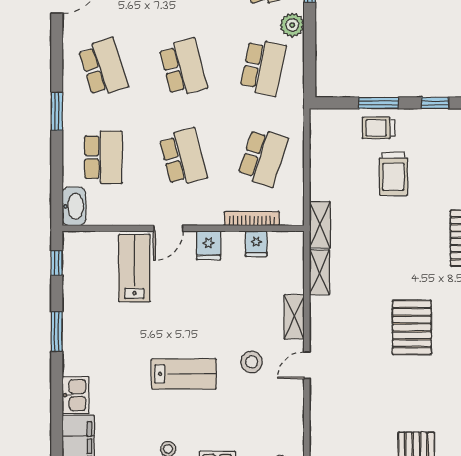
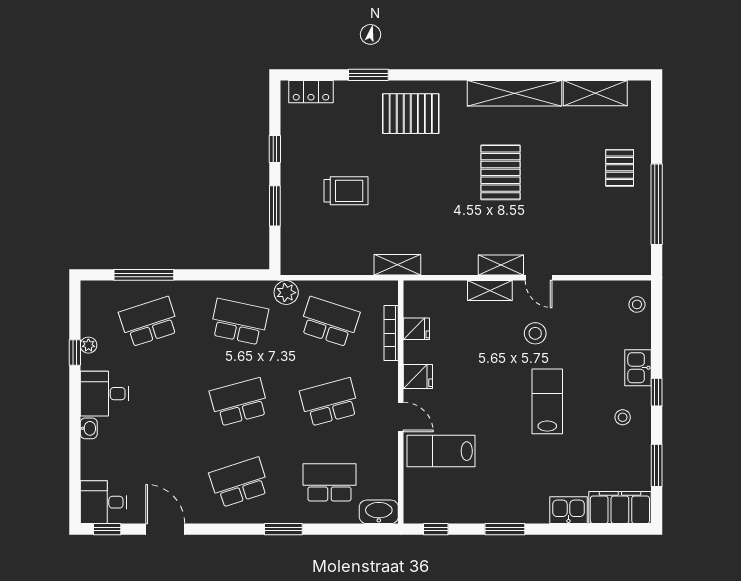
plant: (292, 25) -> (286, 293), moved
trolley: (378, 128) -> (300, 206), removed
shelving: (320, 272) -> (501, 265), moved
pallet: (412, 327) -> (500, 172), turned 90

